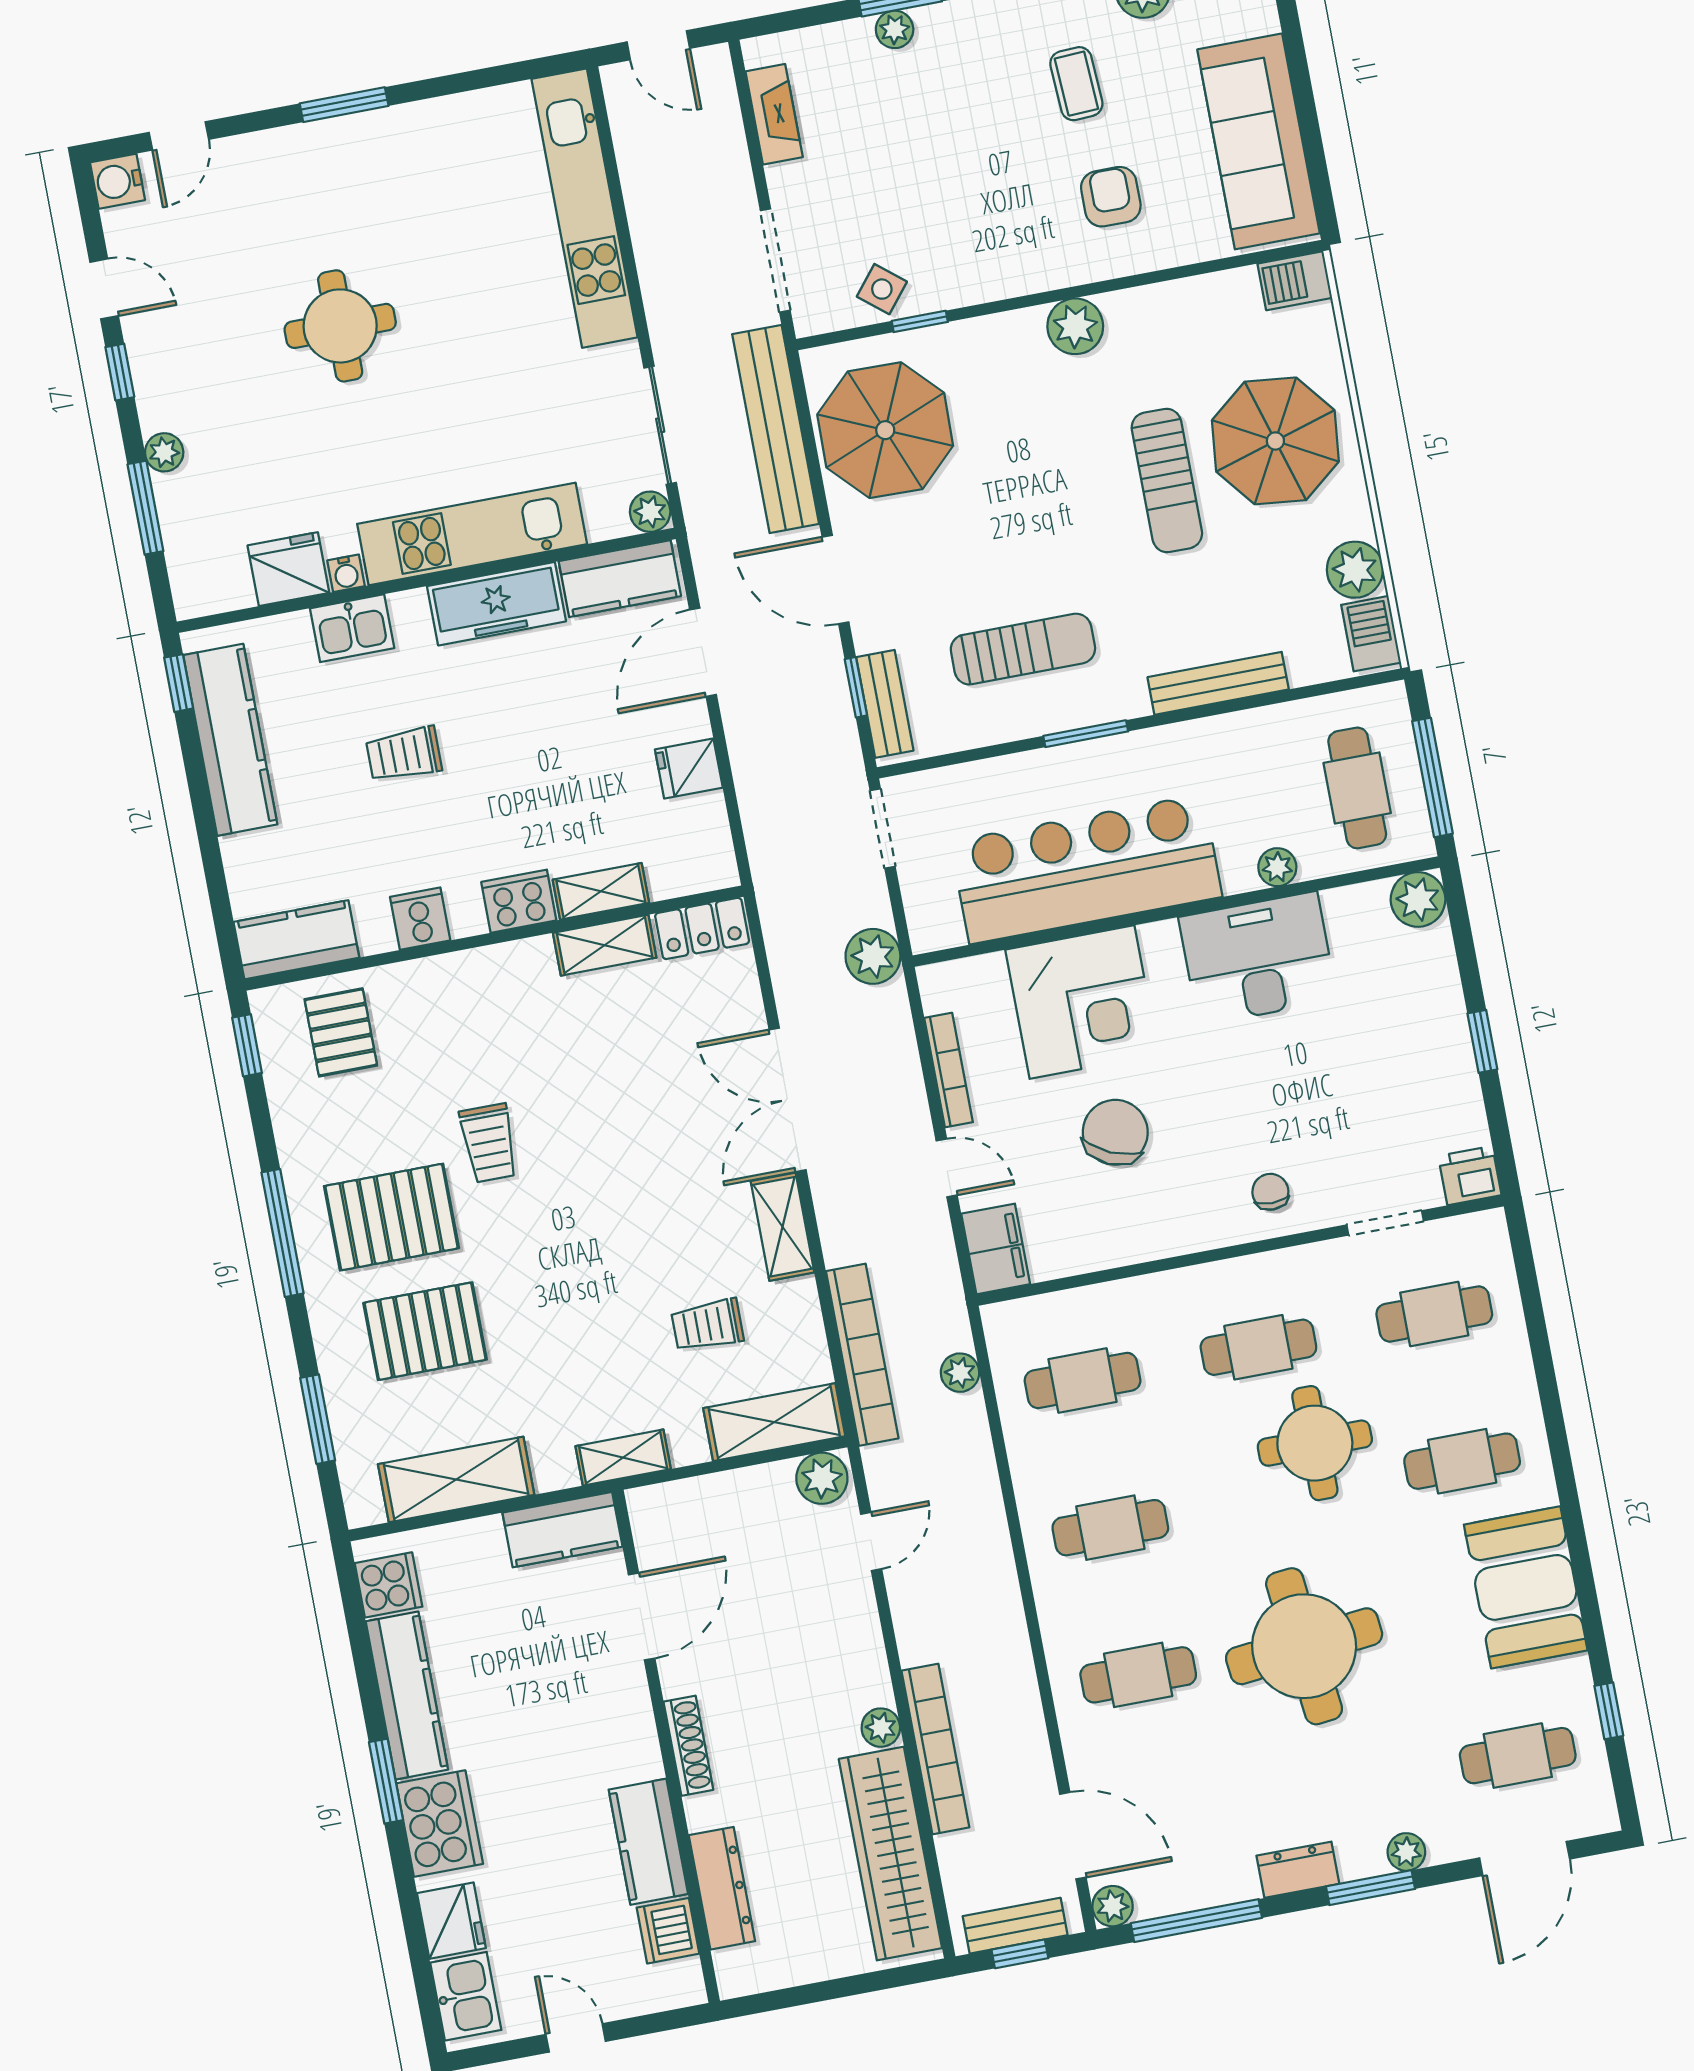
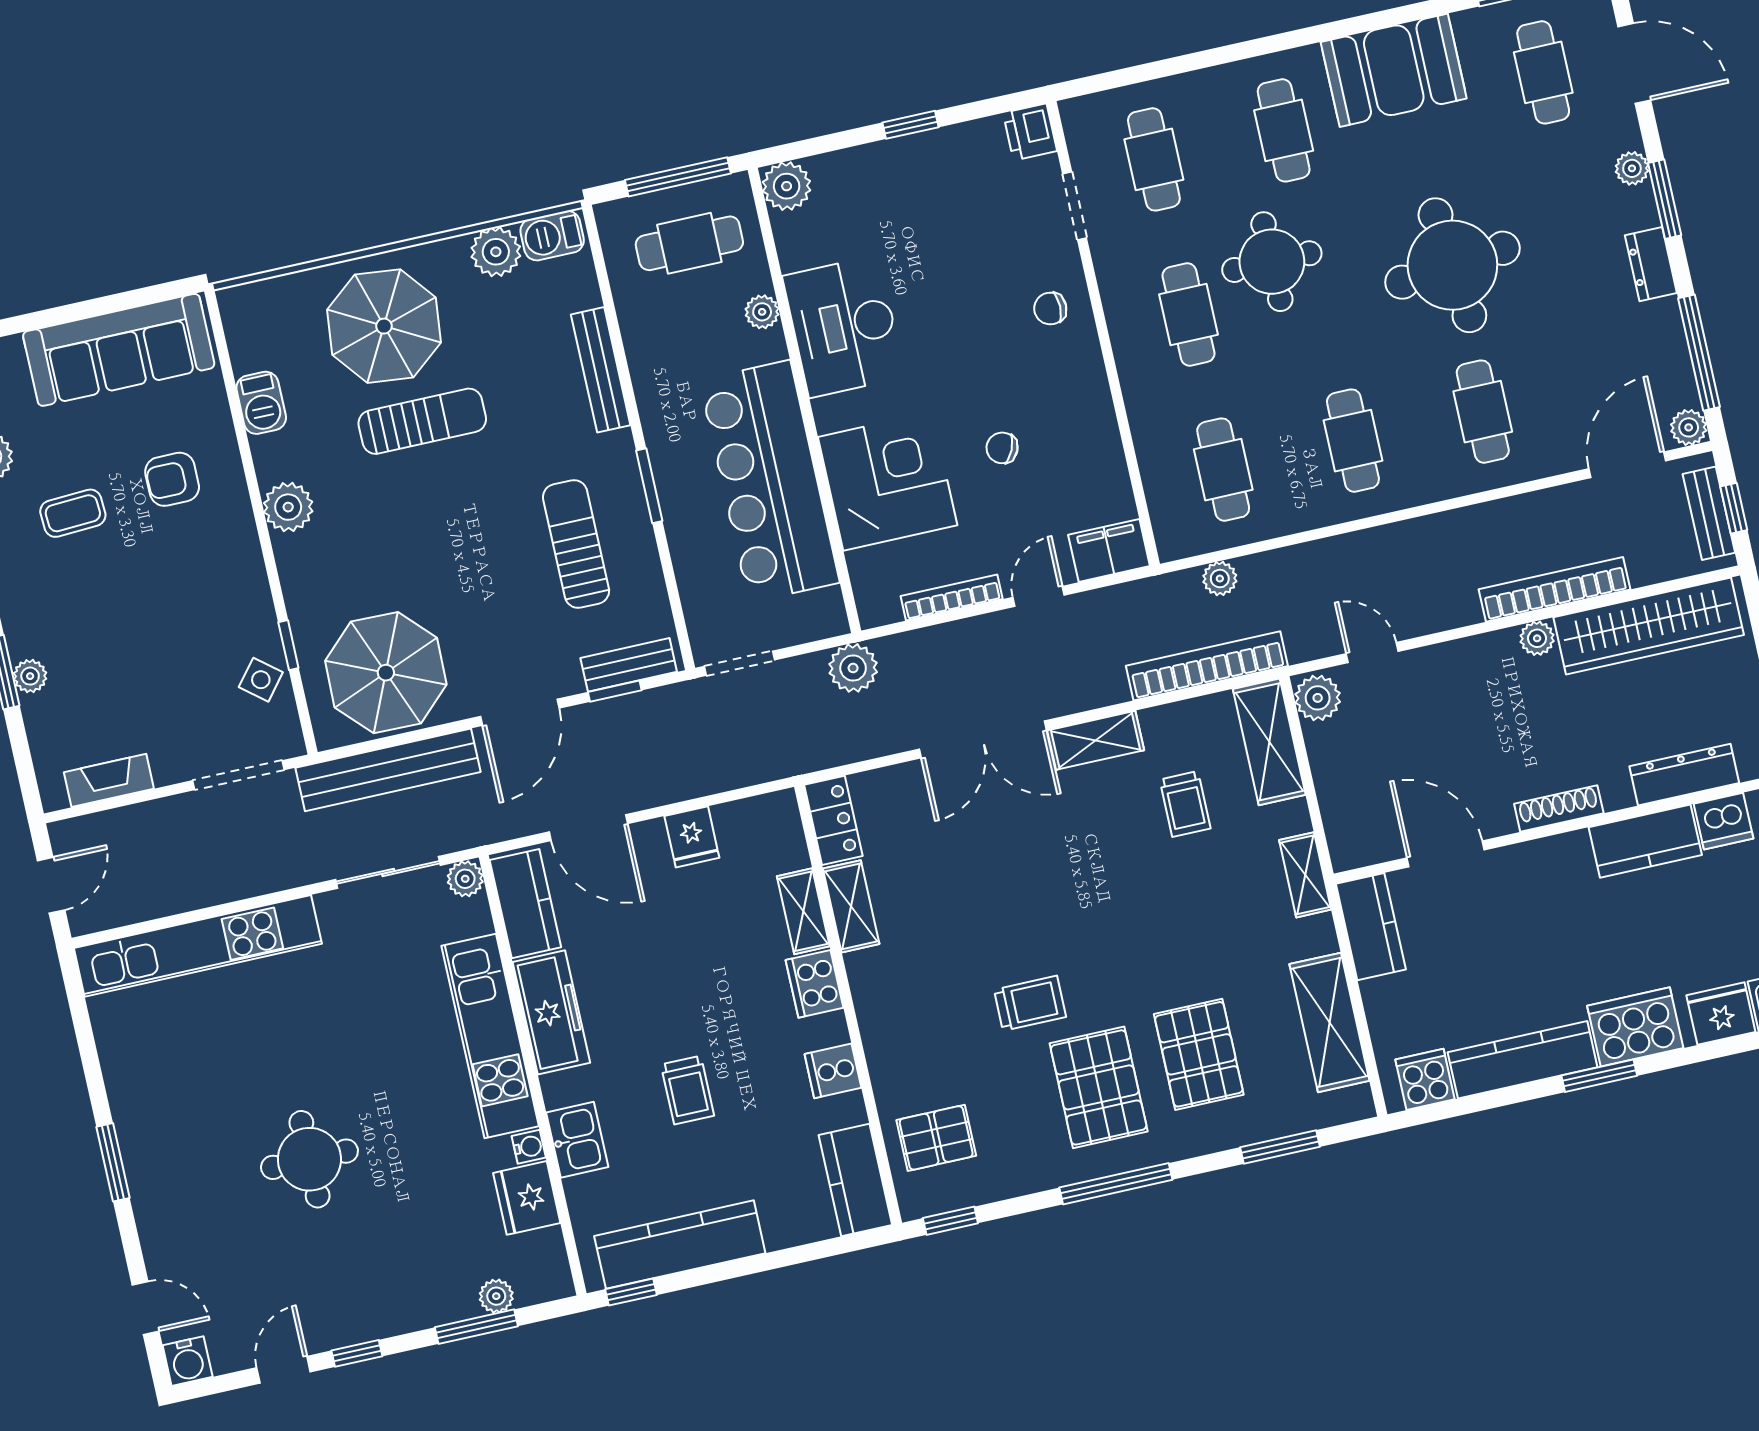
barbecue: (1295, 281) -> (261, 403), moved
plant: (164, 452) -> (496, 1296), moved
chair: (1115, 1132) -> (1002, 448), width x0.54, depth x0.54

